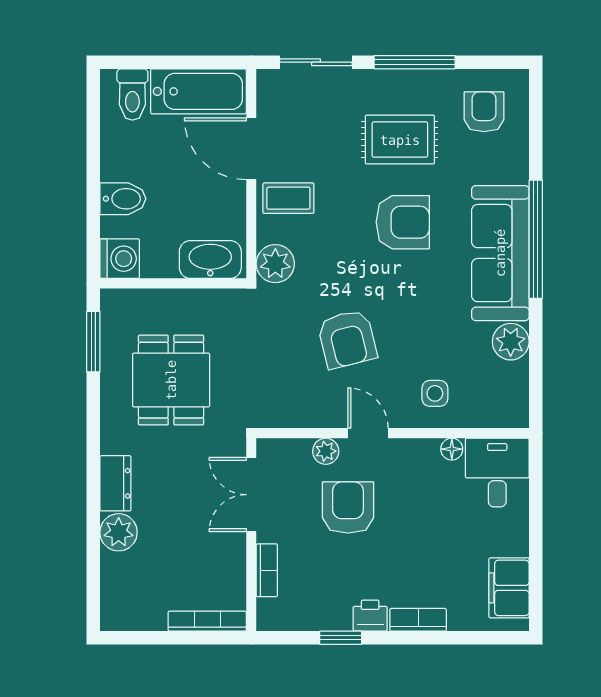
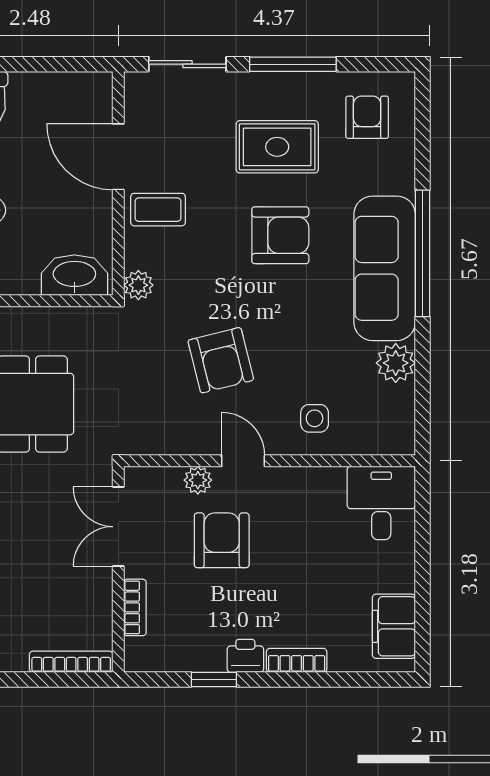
bathtub: (198, 91) -> (62, 95), removed
plant: (275, 264) -> (138, 285), width x0.73, depth x0.73
floor lamp: (452, 449) -> (333, 478), removed

